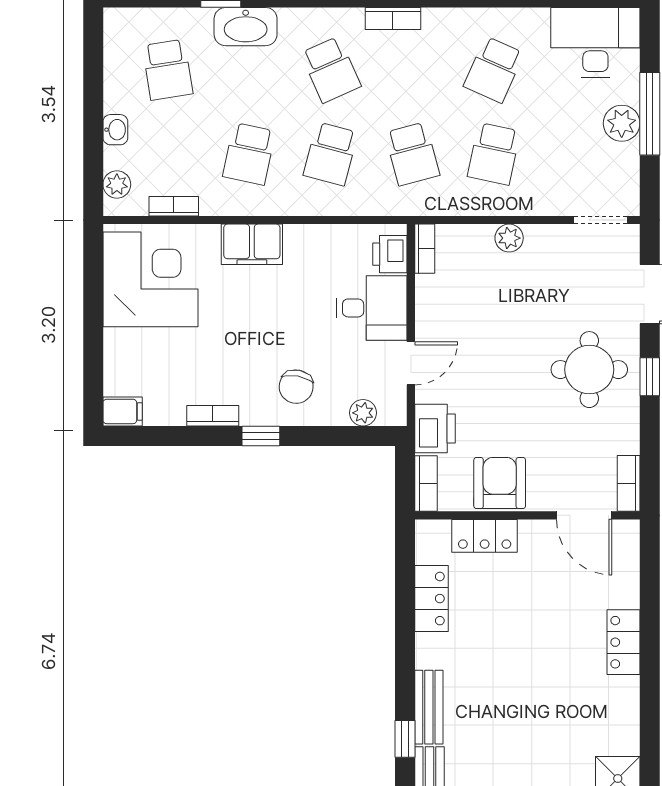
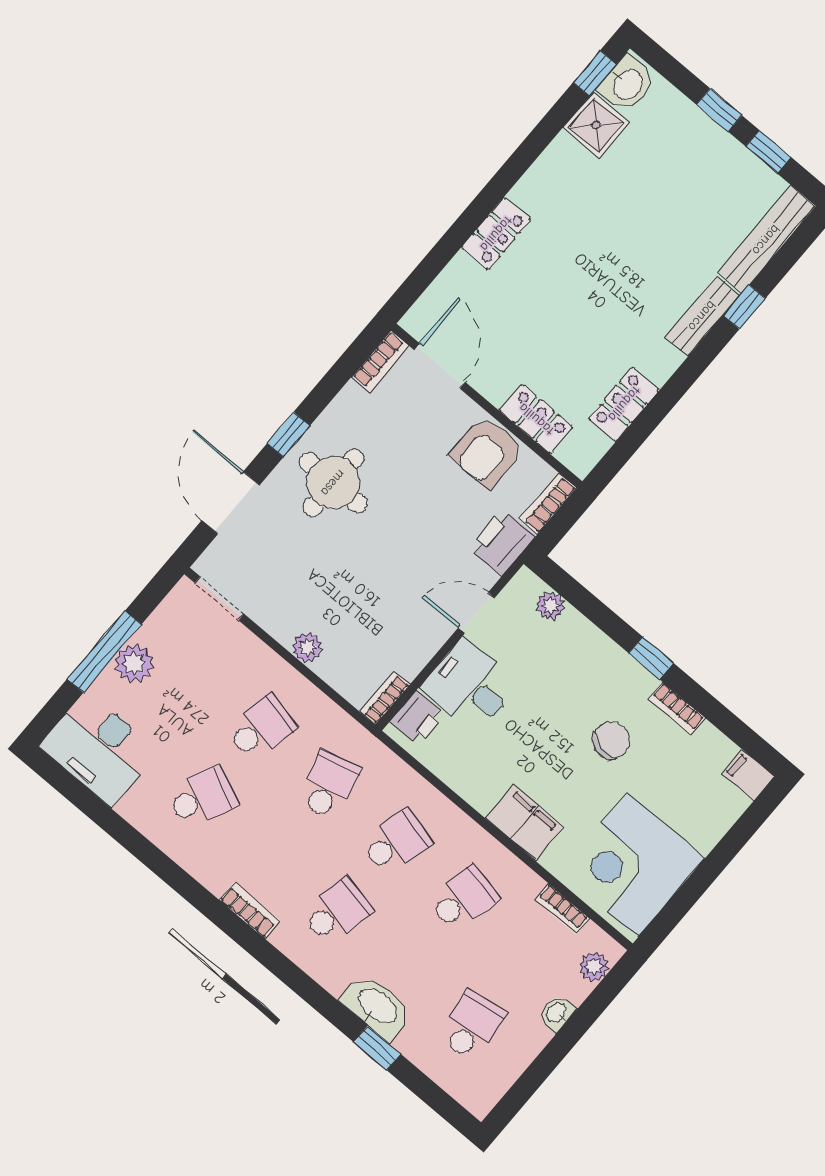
school desk: (331, 70) -> (337, 912), turned 36
chair: (296, 387) -> (611, 740), moved

